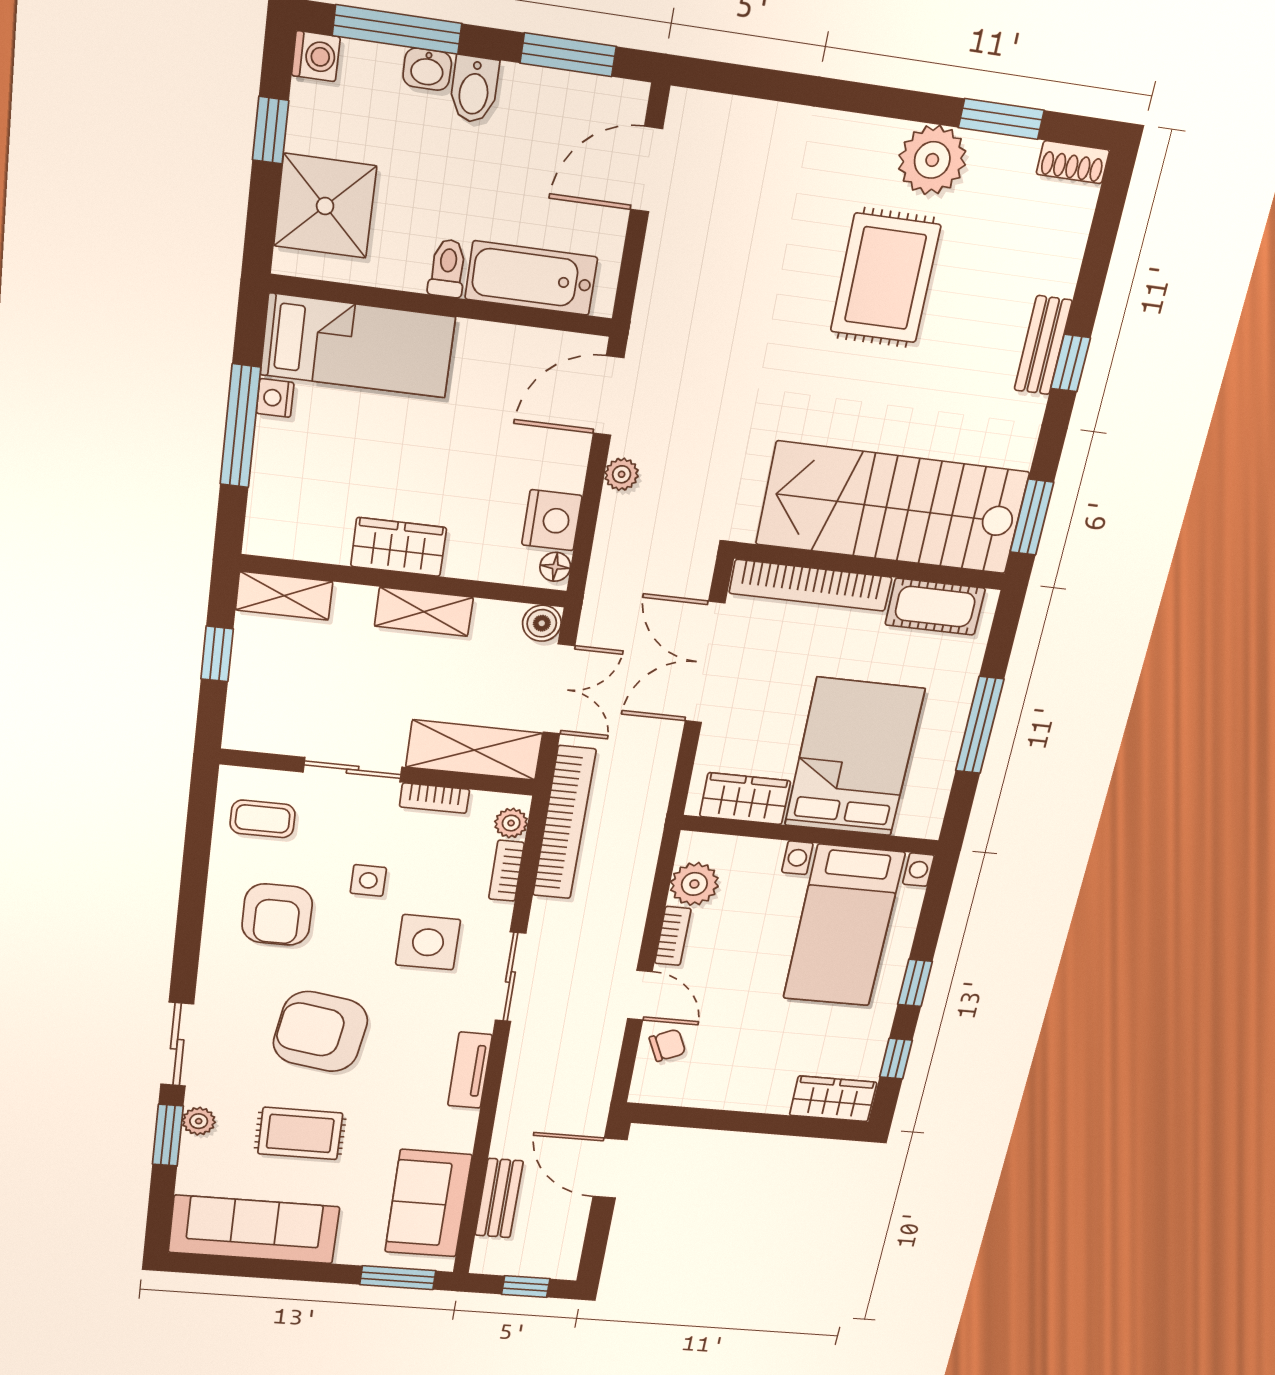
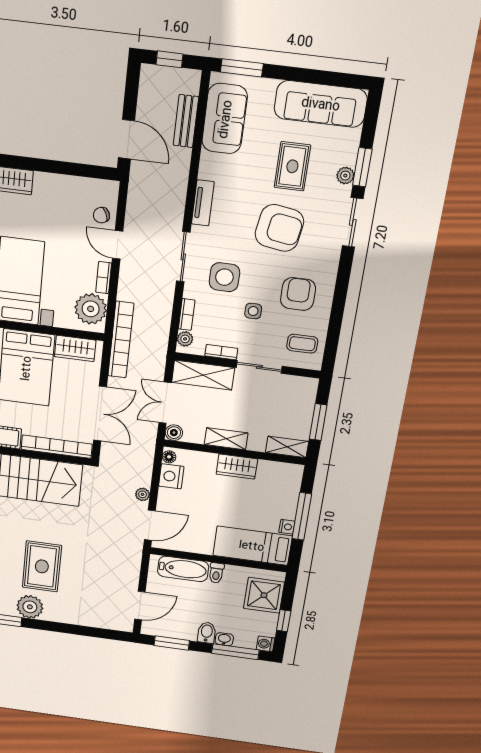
window: (217, 654) -> (318, 422), width x1.50
bookcase: (564, 823) -> (121, 340), moved, turned 180
plant: (694, 884) -> (91, 309), width x1.36, depth x1.36
rug: (300, 1133) -> (292, 166), turned 90

